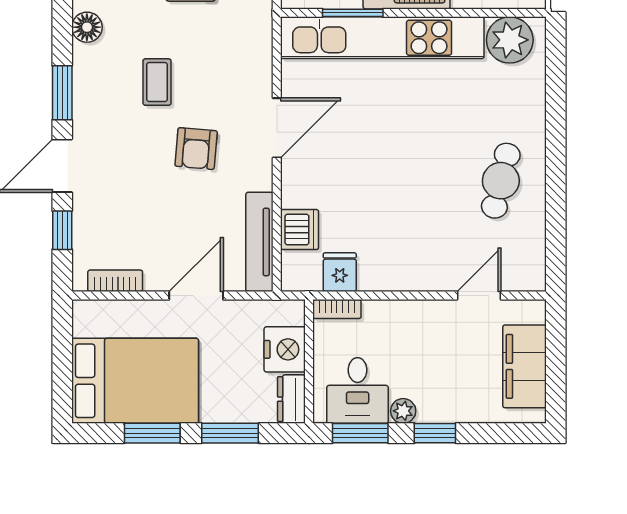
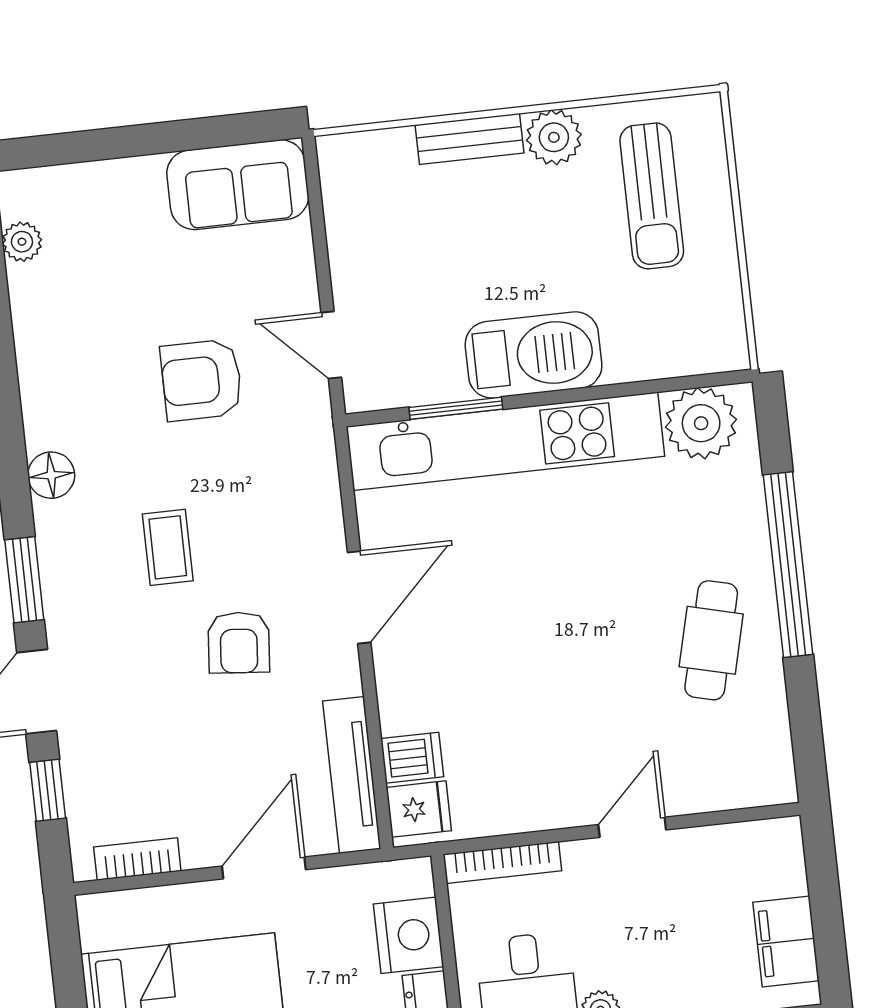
window: (556, 137) -> (788, 565), added
dishwasher: (300, 230) -> (412, 758), width x0.73
fridge: (340, 272) -> (419, 809), moved, turned 90
door: (479, 296) -> (632, 827), moved
bookcase: (337, 309) -> (502, 862), width x1.56
filing cabinet: (525, 366) -> (786, 941), width x0.67, depth x0.86

